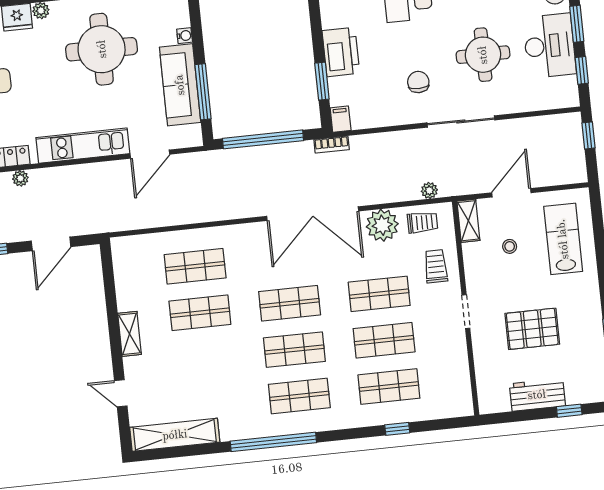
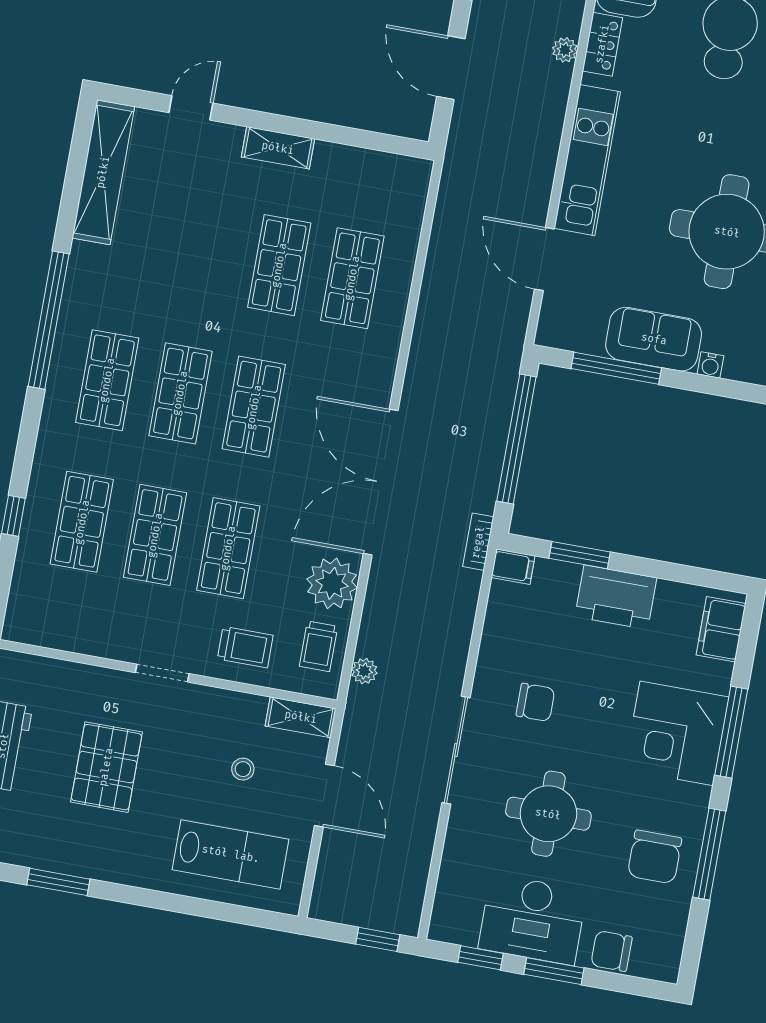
sofa: (180, 85) -> (654, 339), width x0.73

